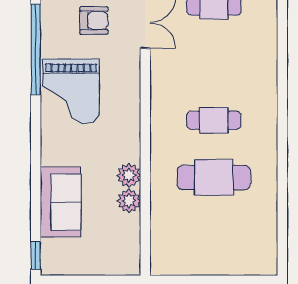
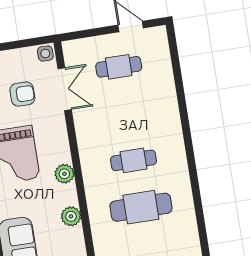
plant: (129, 201) -> (64, 174), moved

